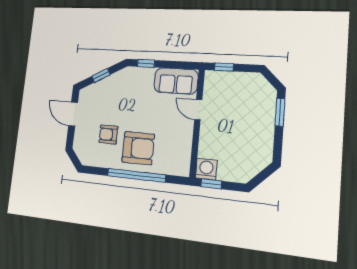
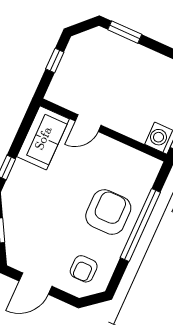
window: (224, 67) -> (55, 61), moved
armchair: (108, 135) -> (84, 269), moved

